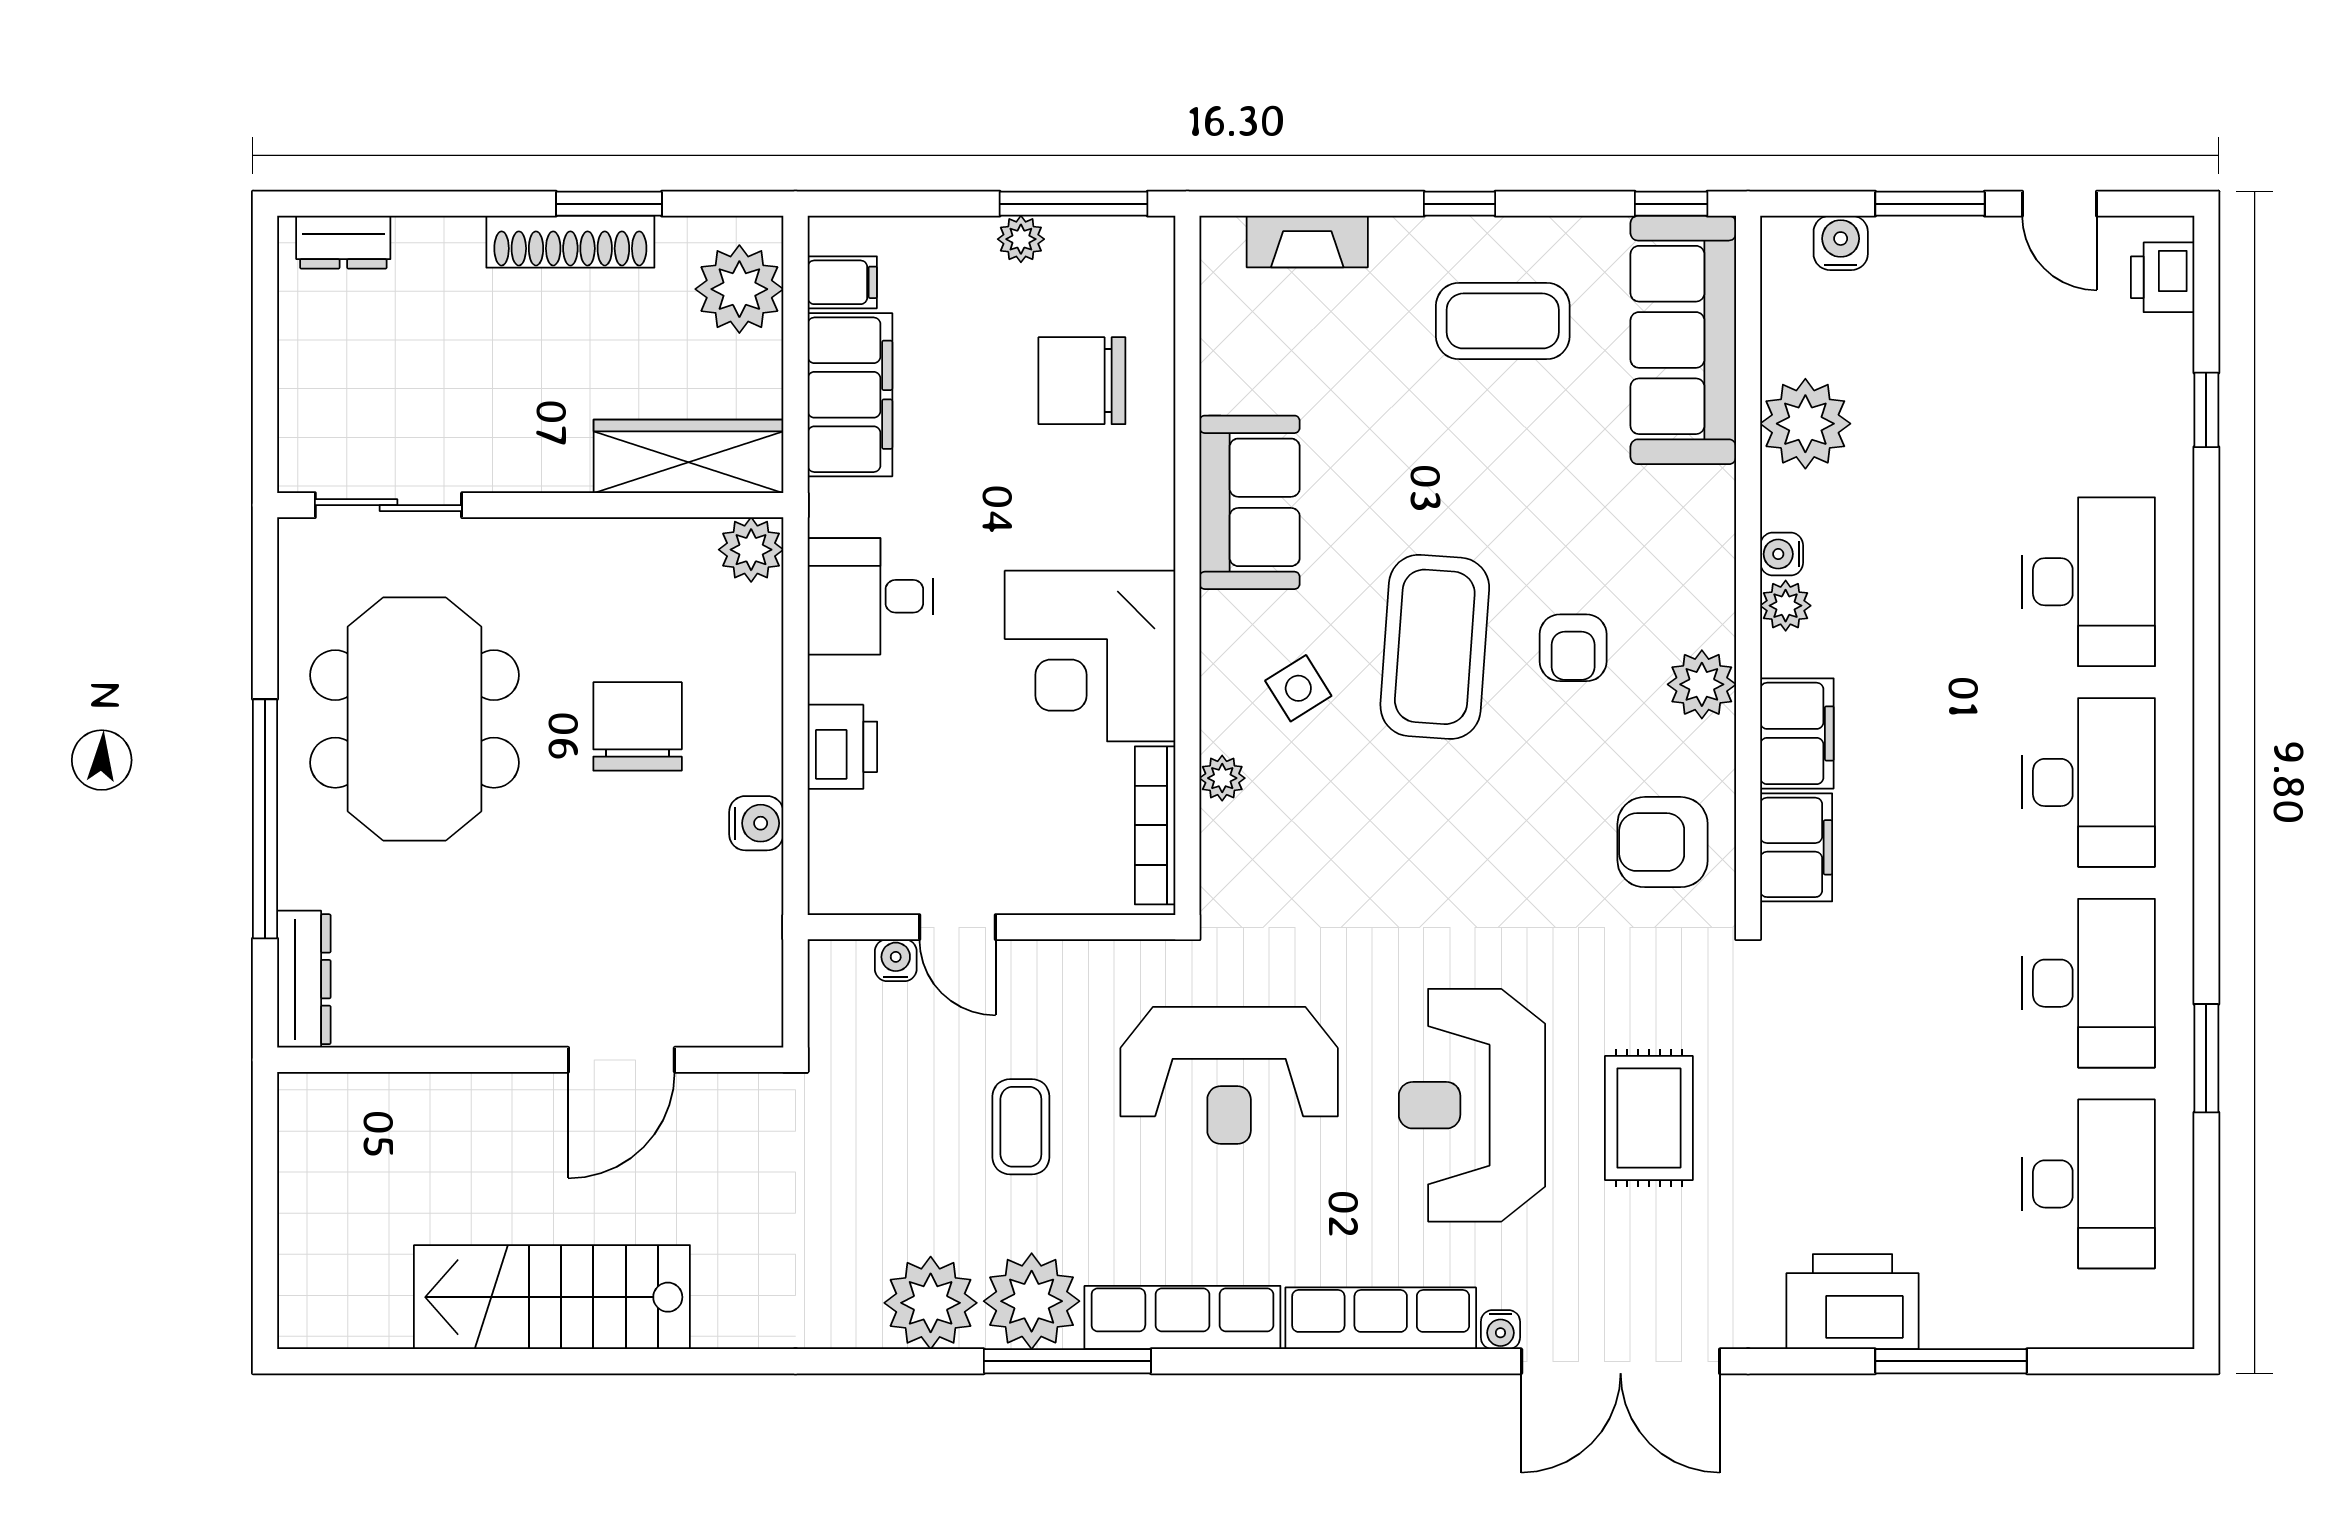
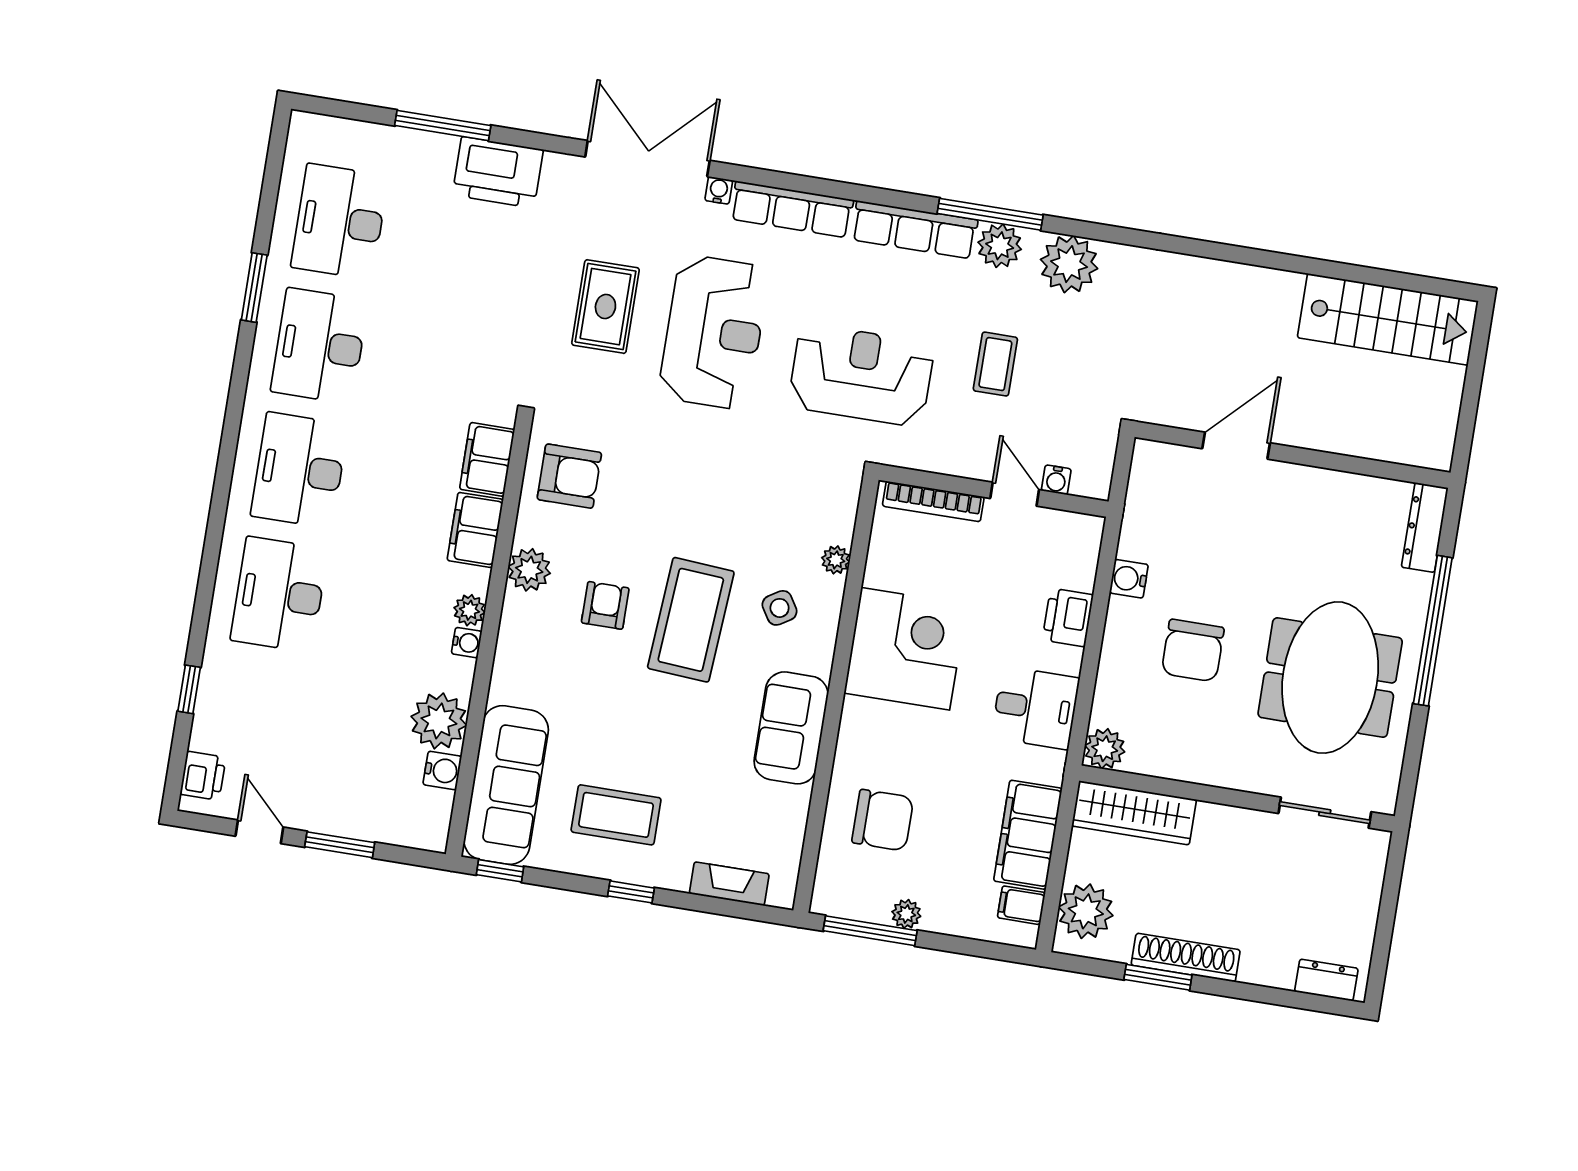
water cooler: (1841, 243) -> (442, 770), moved, turned -90
bookcase: (1155, 825) -> (933, 501), moved, turned 90
stairs: (552, 1297) -> (1388, 319), moved
plant: (1032, 1301) -> (1000, 246), width x0.73, depth x0.73

